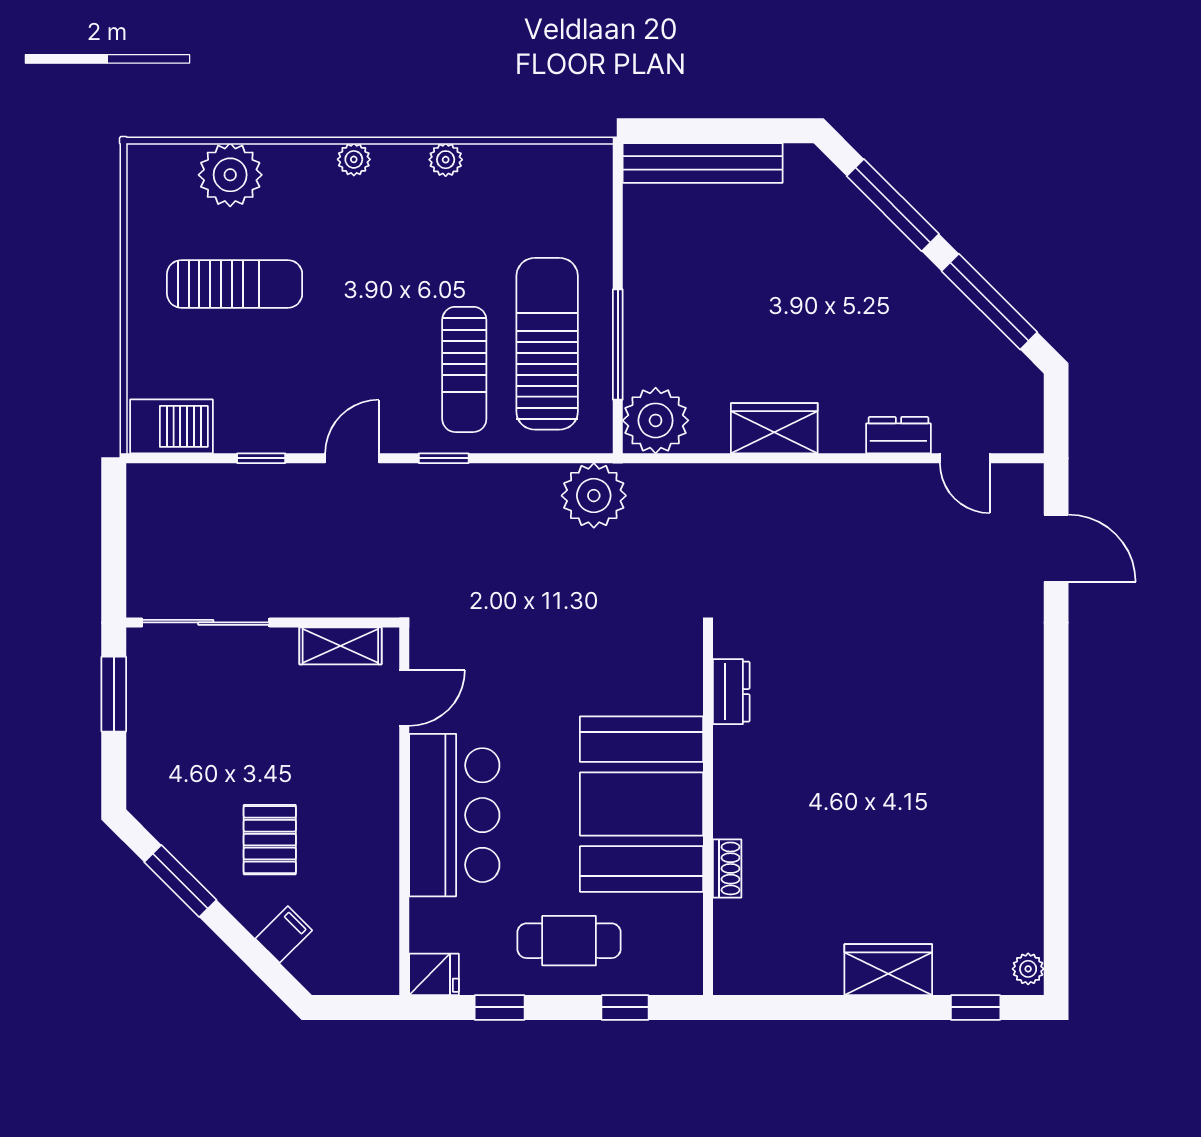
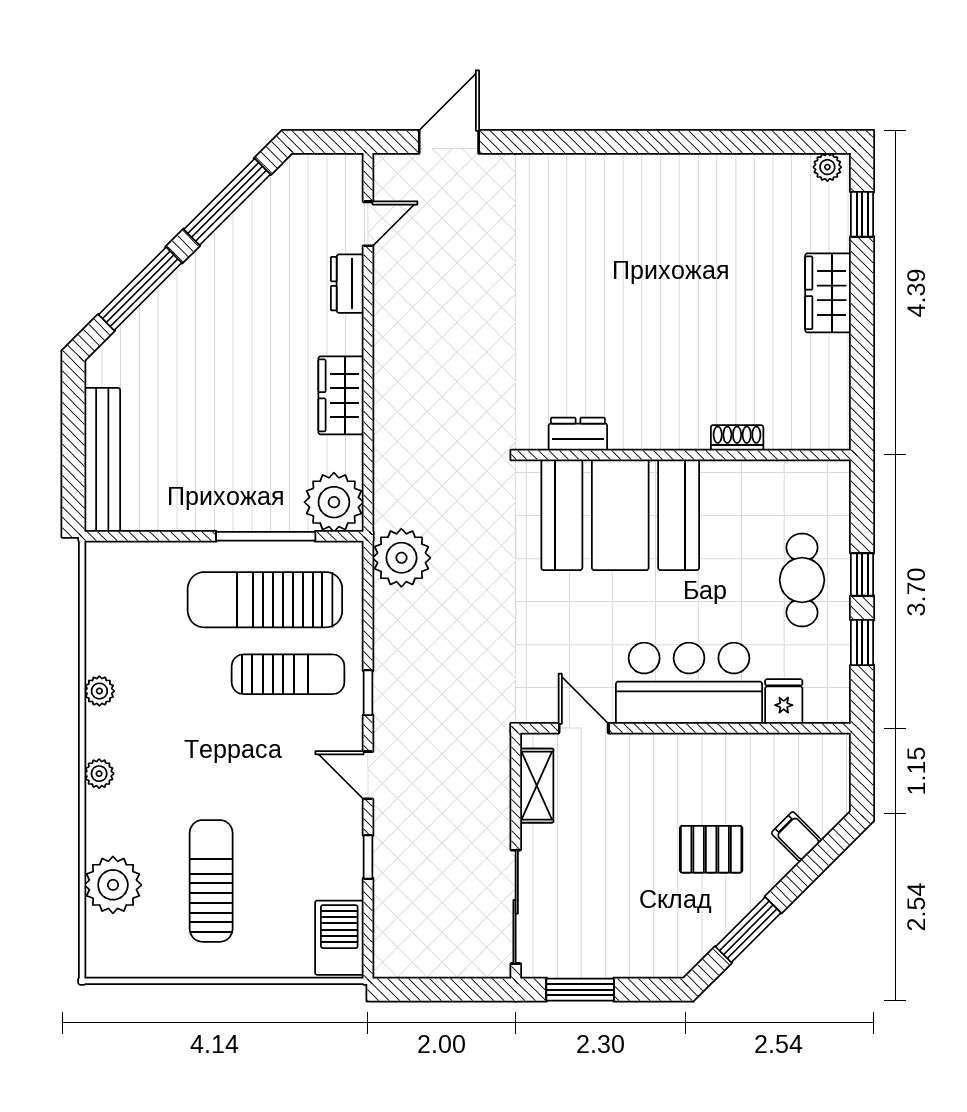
booth: (642, 804) -> (620, 515), moved
fridge: (434, 974) -> (784, 702), moved
window: (625, 1007) -> (862, 575), moved

